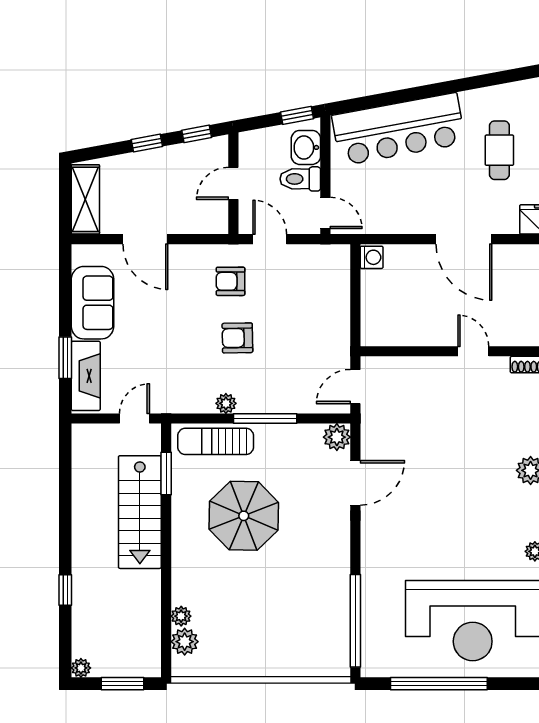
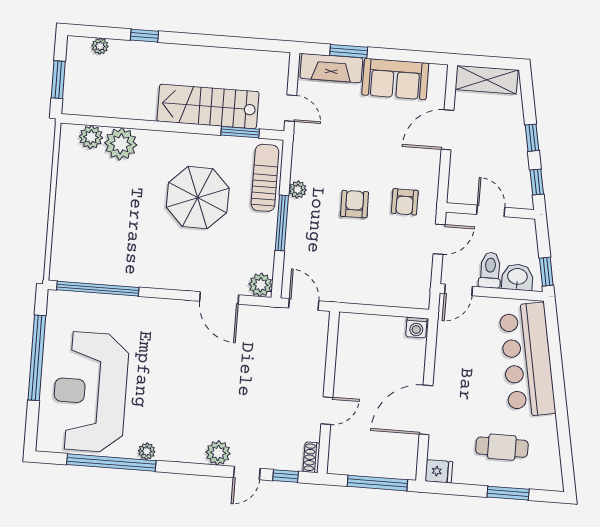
armchair: (231, 281) -> (405, 202), turned 180
plant: (181, 616) -> (121, 144), width x1.88, depth x1.88
plant: (81, 668) -> (100, 46), moved

